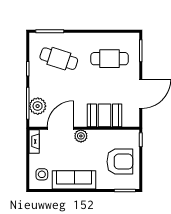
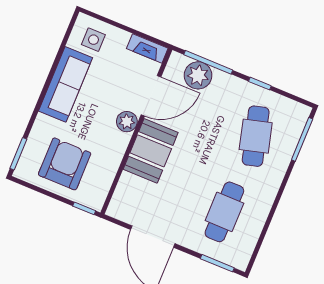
cafe table: (59, 59) -> (256, 136), turned -33
booth: (105, 115) -> (151, 151), moved
door: (60, 128) -> (151, 96), hinge flipped
armchair: (120, 162) -> (65, 164), turned 180

